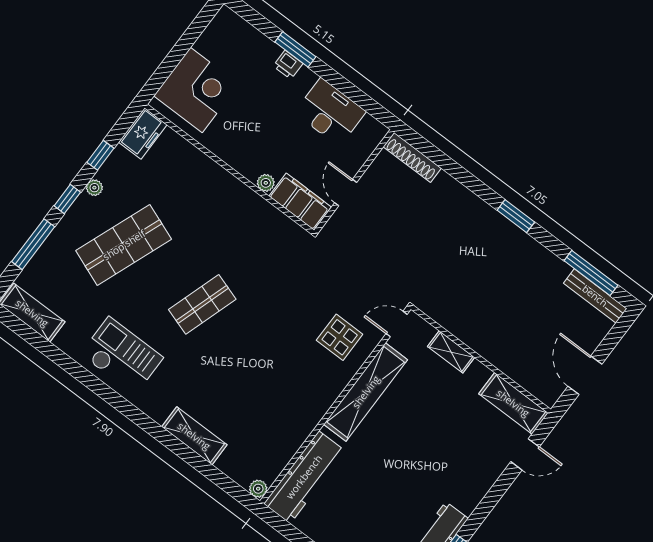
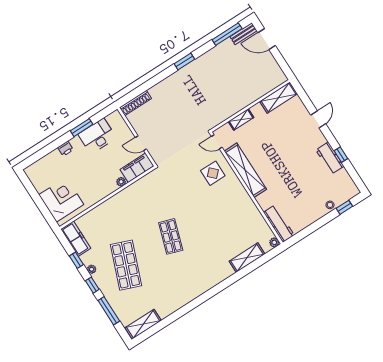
window: (295, 49) -> (82, 128), moved
freezer: (143, 133) -> (76, 239), width x1.40
bench: (595, 296) -> (244, 34), width x0.73
door: (397, 324) -> (217, 142), hinge flipped
checkout: (122, 356) -> (182, 287), removed
door: (585, 375) -> (267, 39), moved
shelving: (194, 436) -> (247, 258), moved
door: (525, 454) -> (318, 119), moved
workbench: (304, 477) -> (279, 224), width x0.73, depth x0.76

